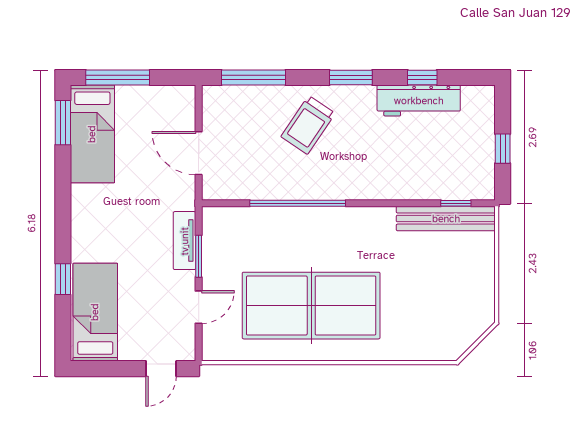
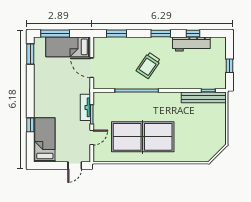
window: (253, 78) -> (117, 34), width x0.69
trolley: (308, 125) -> (148, 65), moved
bed: (92, 134) -> (68, 47), moved, turned 90

